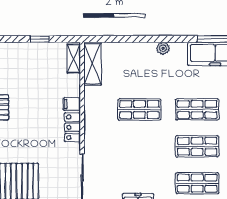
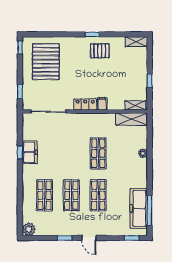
plant: (163, 48) -> (143, 153), moved

